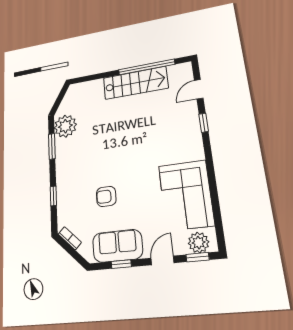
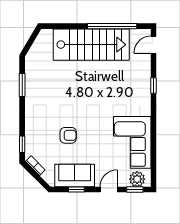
stairs: (135, 83) -> (91, 45), width x1.36, depth x1.51
door: (199, 89) -> (153, 45), moved
plant: (65, 126) -> (35, 68), removed
window: (53, 196) -> (22, 144), moved
armchair: (106, 196) -> (68, 135), turned 180

